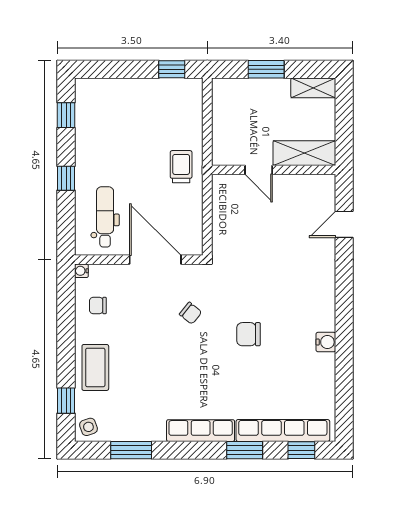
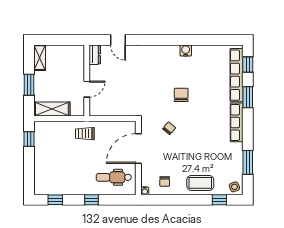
shelving: (304, 153) -> (52, 109), moved, turned 90
dresser: (318, 184) -> (95, 55), added
chair: (248, 334) -> (181, 95), turned 180

